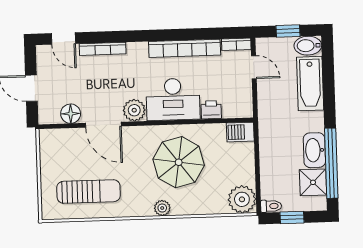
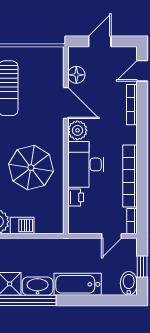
bathtub: (310, 84) -> (78, 284), moved
door: (103, 125) -> (66, 103), swing flipped
barbecue: (240, 132) -> (22, 225), moved, turned 90

